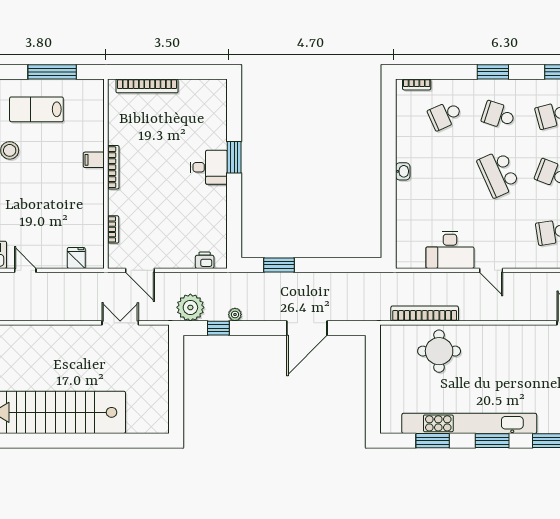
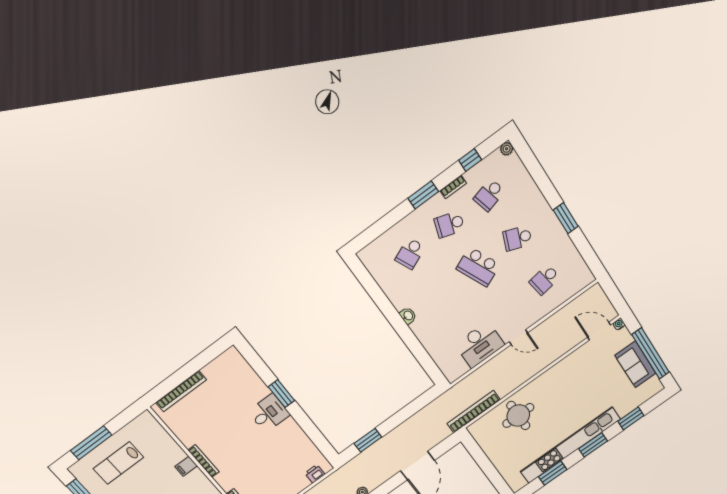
window: (52, 72) -> (91, 443), moved
bookcase: (417, 84) -> (453, 187), moved
bookcase: (425, 314) -> (474, 412), moved

